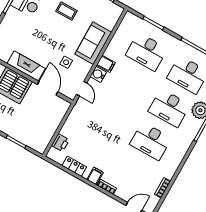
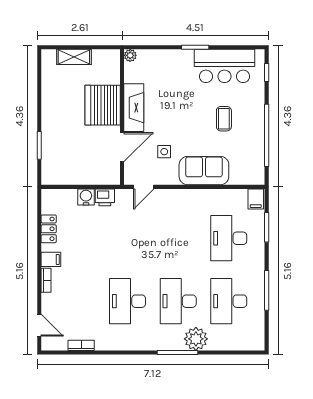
filing cabinet: (106, 64) -> (256, 199), moved
water cooler: (98, 74) -> (86, 197), moved
printer: (60, 143) -> (105, 197), moved

